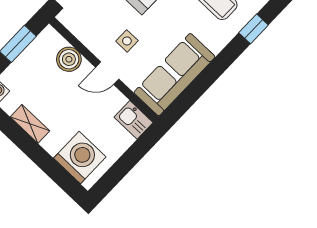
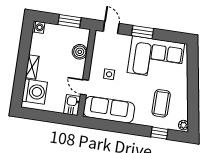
door: (107, 73) -> (84, 87), moved
shelving: (30, 124) -> (32, 67), moved

